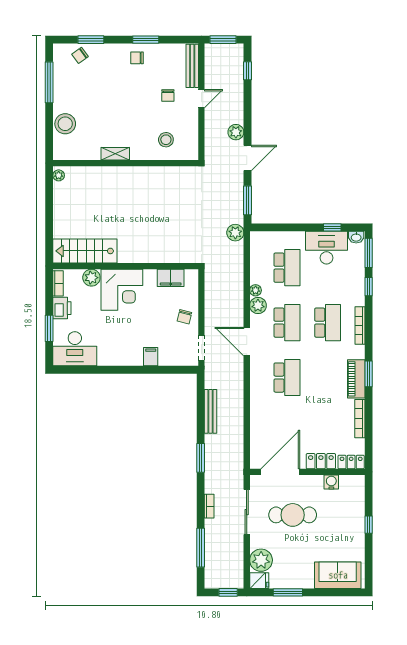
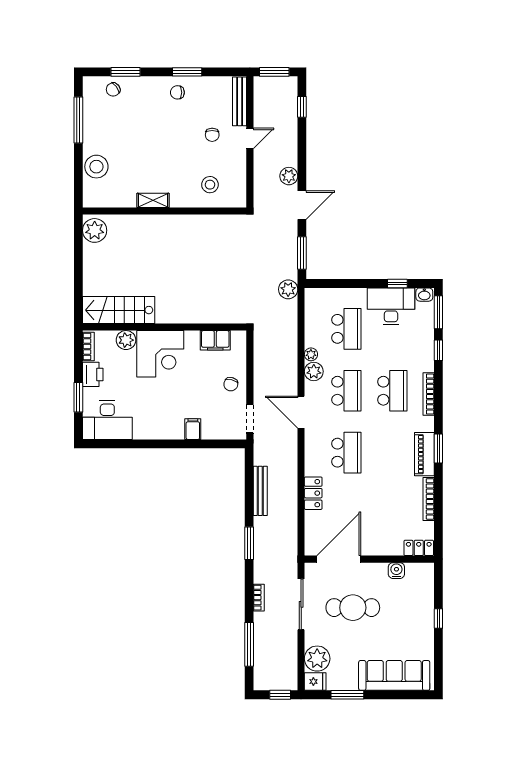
plant: (59, 175) -> (95, 230), width x1.88, depth x1.88
locker: (321, 461) -> (313, 493), moved, turned 90
sofa: (338, 575) -> (394, 675), width x1.36

